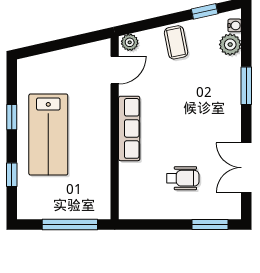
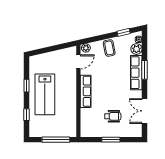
row of seats: (230, 91) -> (136, 73), added
window: (210, 224) -> (111, 140), moved

